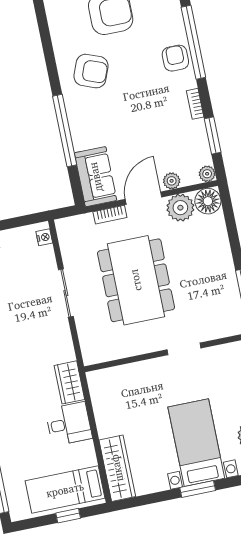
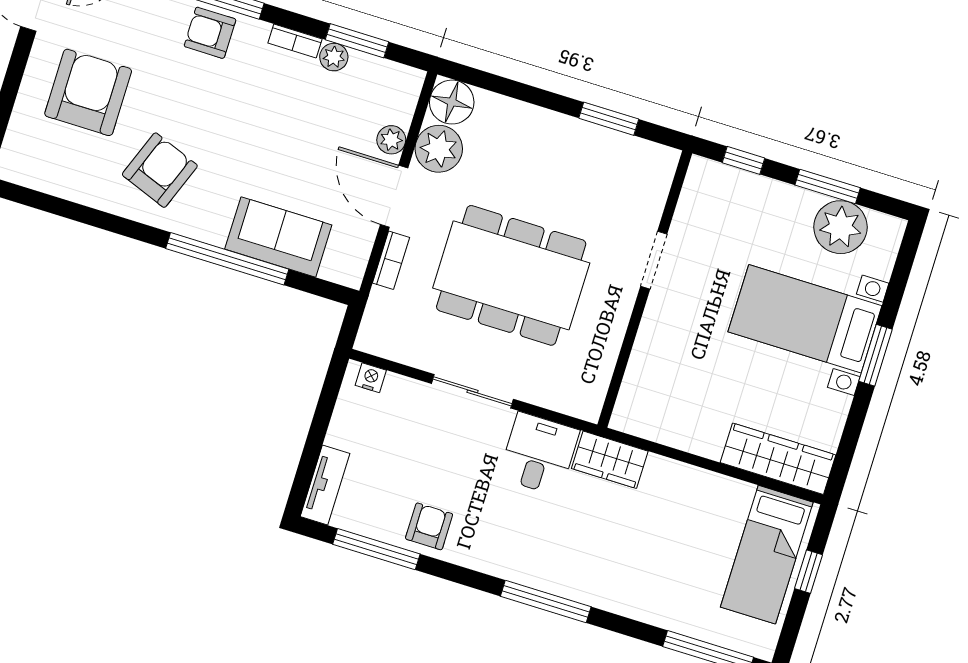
plant: (207, 174) -> (334, 57), moved
sofa: (96, 177) -> (278, 237), moved
desk: (69, 424) -> (539, 454), moved

